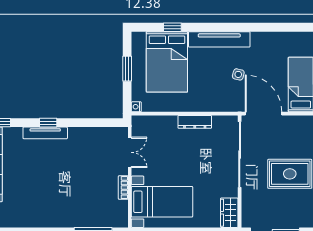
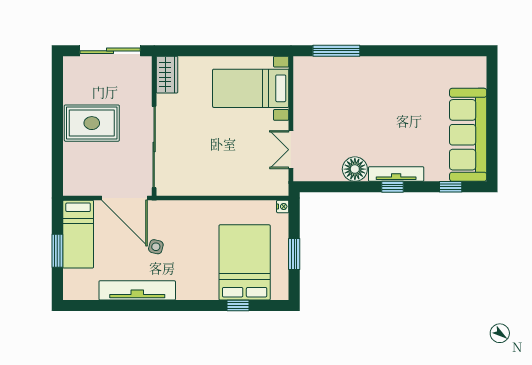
tv unit: (219, 39) -> (137, 290), moved
dresser: (195, 122) -> (210, 188), removed
floor lamp: (78, 137) -> (355, 169), added
bookcase: (123, 188) -> (299, 106), removed

